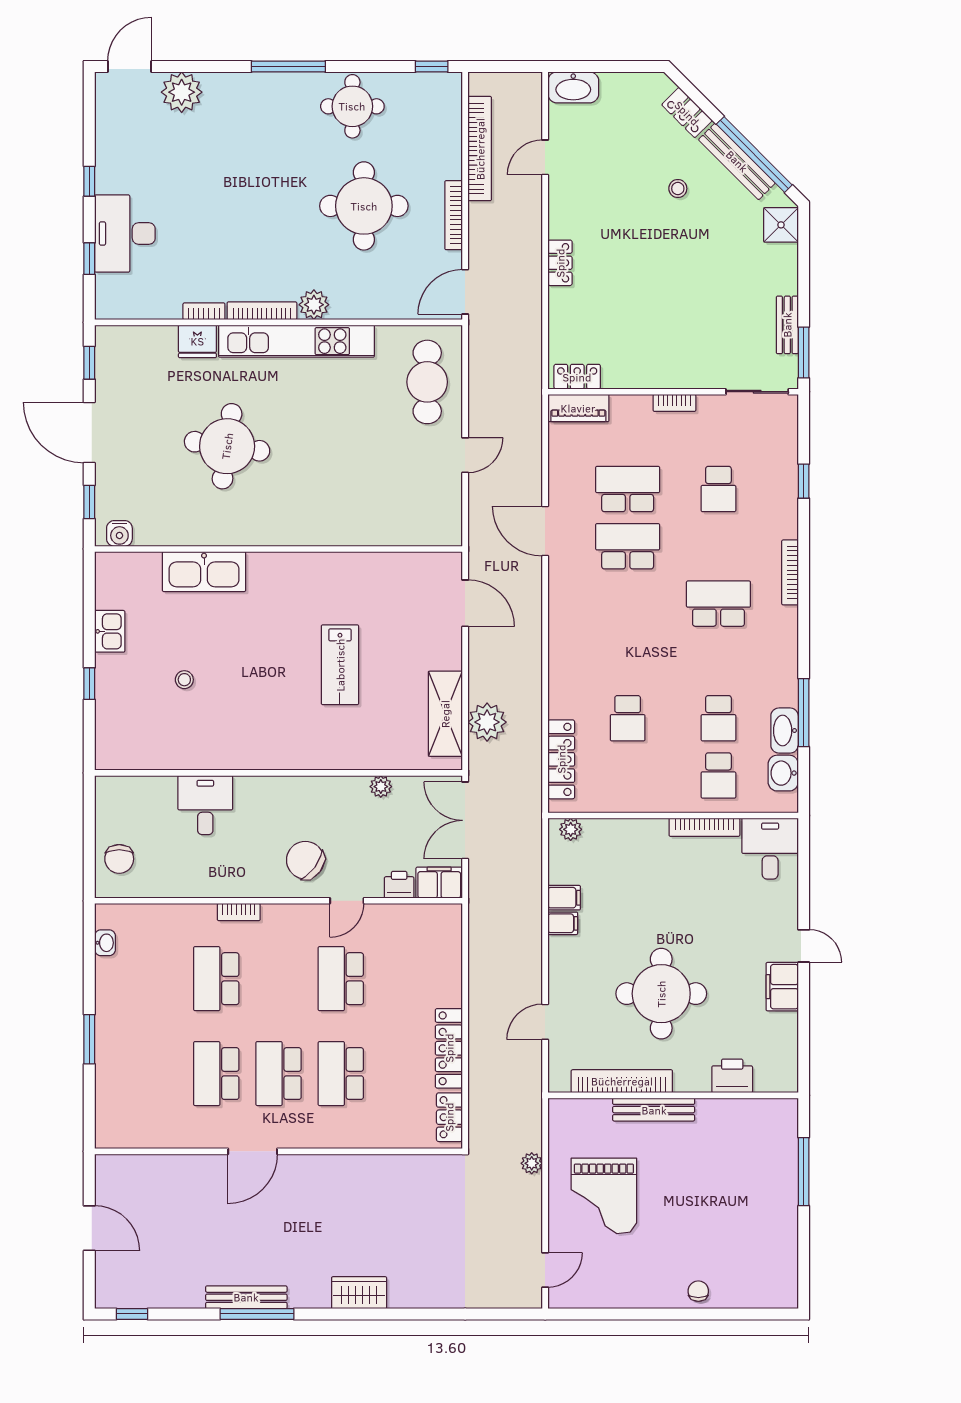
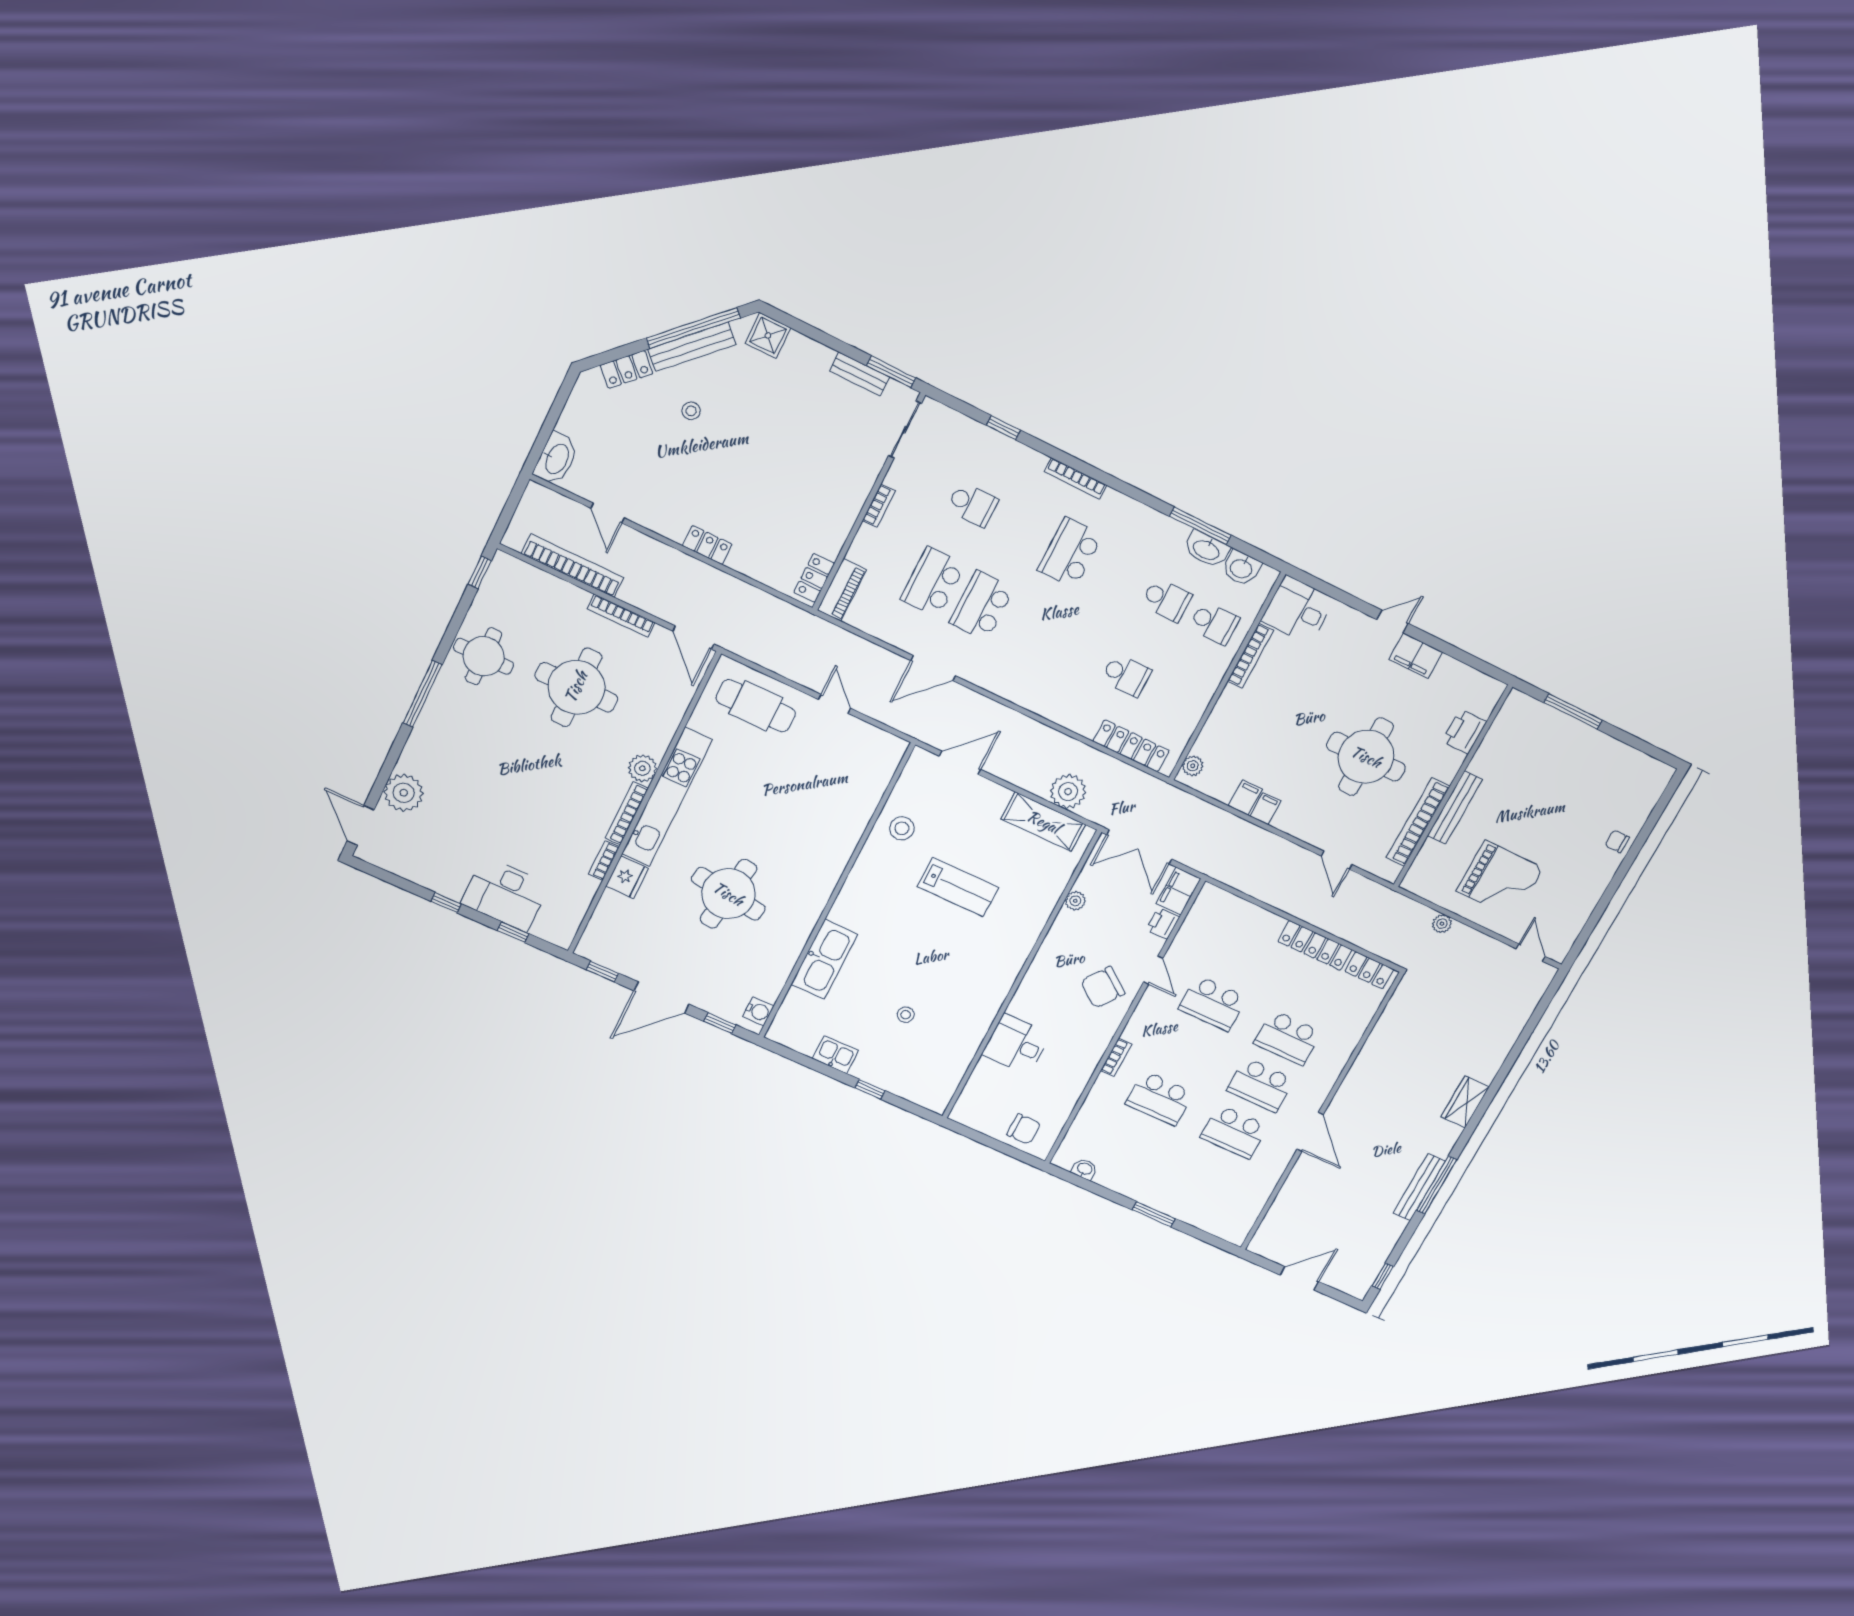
stool: (373, 581) -> (902, 828), added

